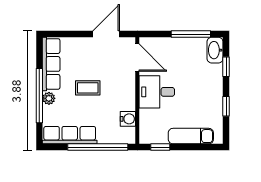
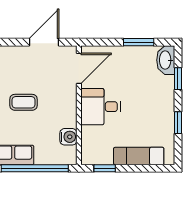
window: (191, 34) -> (139, 42), width x0.69
door: (137, 58) -> (79, 68), hinge flipped

